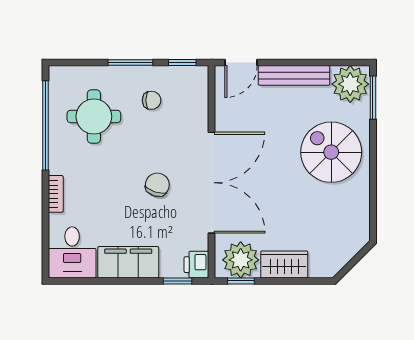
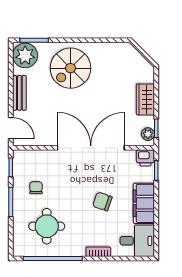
bench: (294, 75) -> (19, 93), width x0.73
chair: (157, 185) -> (102, 201), moved
plant: (241, 260) -> (148, 134), width x0.53, depth x0.53

